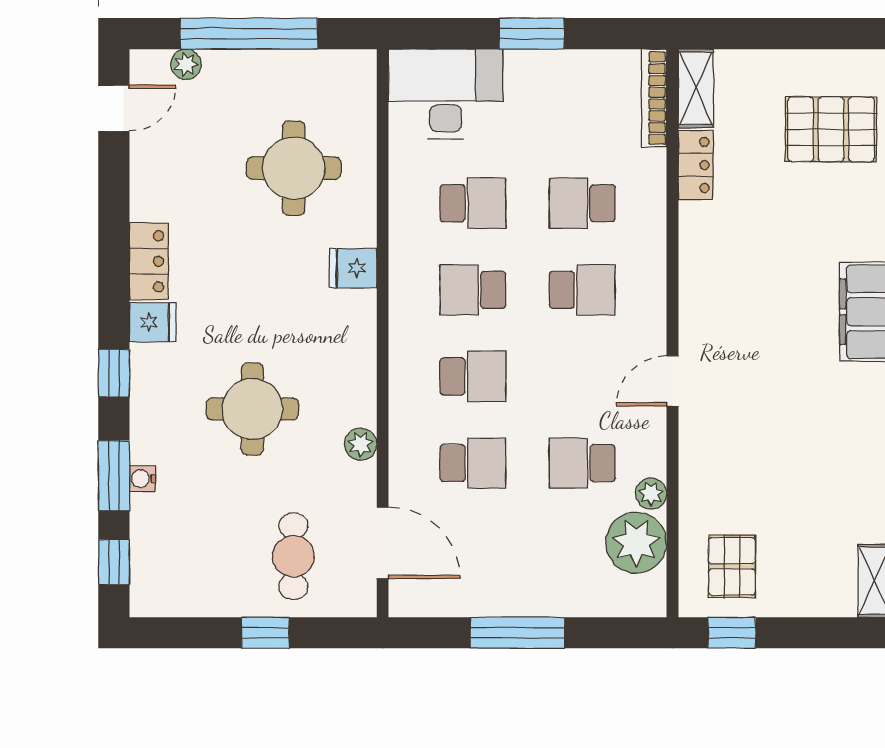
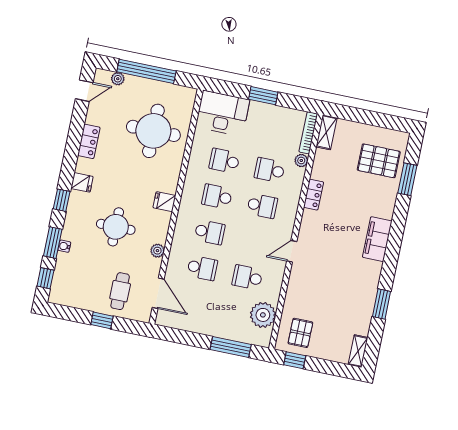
locker: (696, 165) -> (313, 195), moved
round table: (294, 168) -> (153, 131), width x1.36, depth x1.36
school desk: (473, 203) -> (224, 161), turned 180
locker: (149, 261) -> (89, 141), moved
fridge: (353, 268) -> (164, 202), moved
plant: (651, 494) -> (301, 161), moved
window: (517, 633) -> (231, 347), moved

